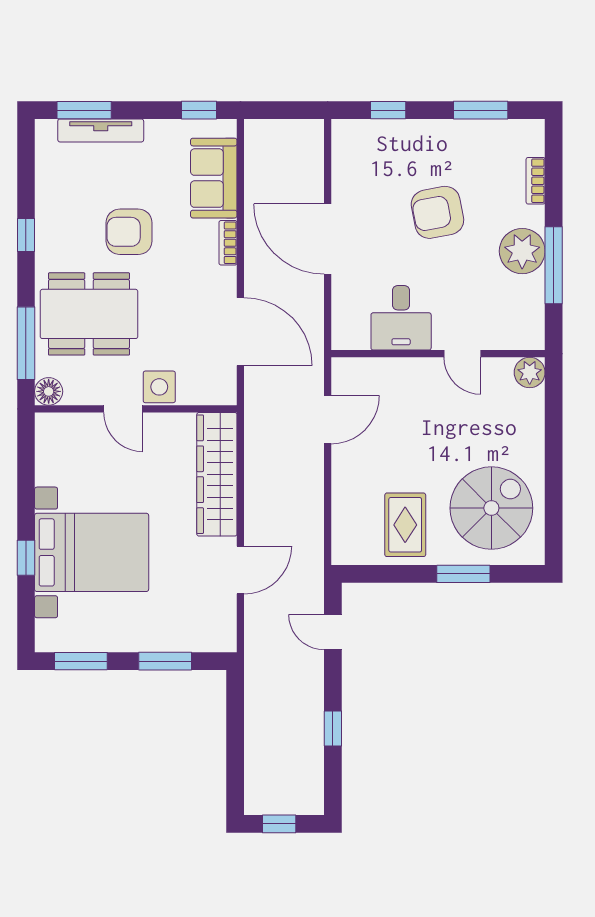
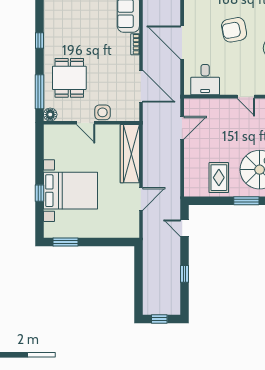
armchair: (129, 232) -> (88, 39), removed
dining table: (89, 314) -> (69, 78), width x0.73
desk: (401, 318) -> (205, 80), moved
window: (165, 661) -> (105, 242), removed

